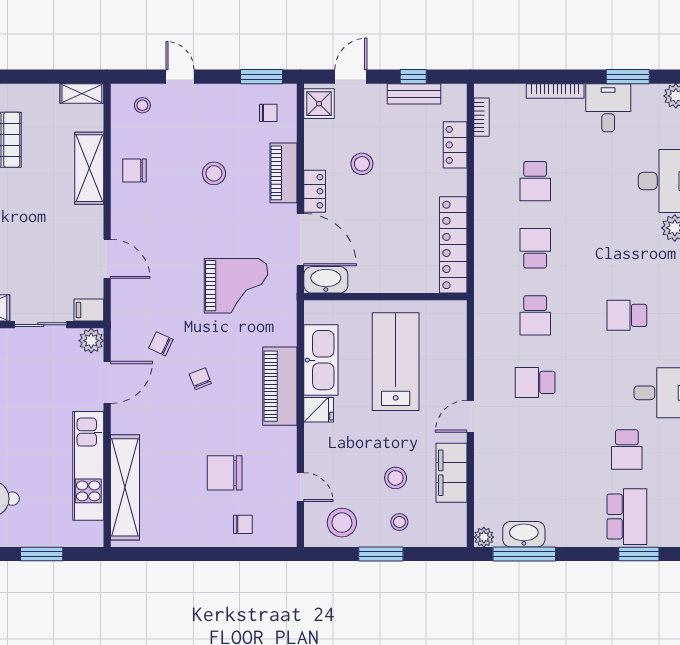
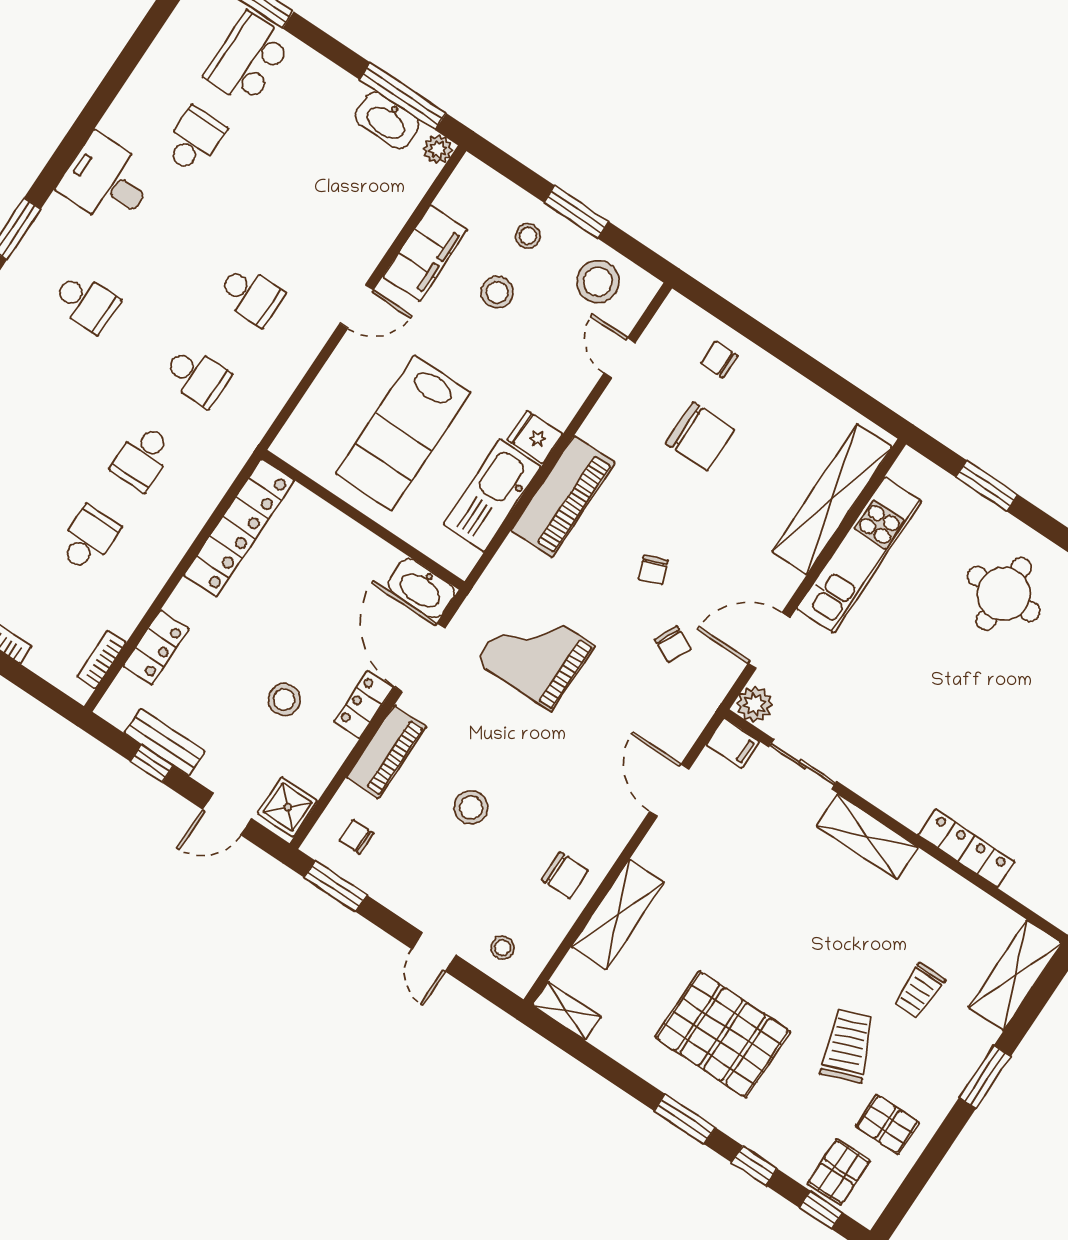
school desk: (535, 315) -> (197, 376), turned 90

